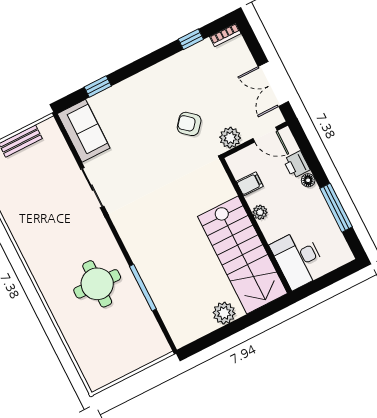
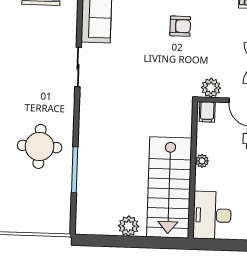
armchair: (189, 124) -> (180, 26), moved, turned 140
filing cabinet: (250, 184) -> (207, 112), moved, turned 90

